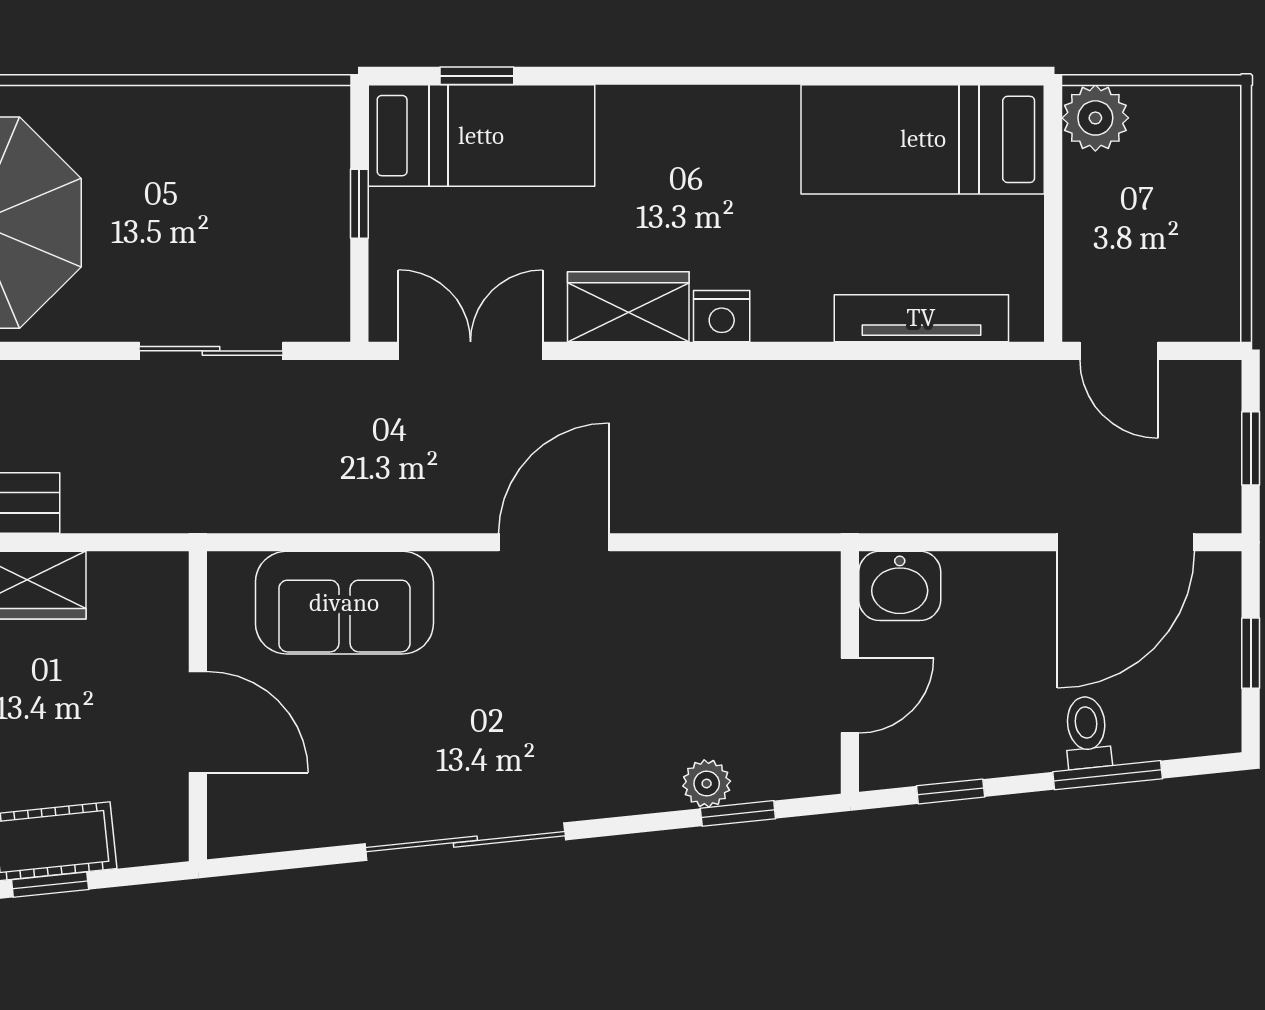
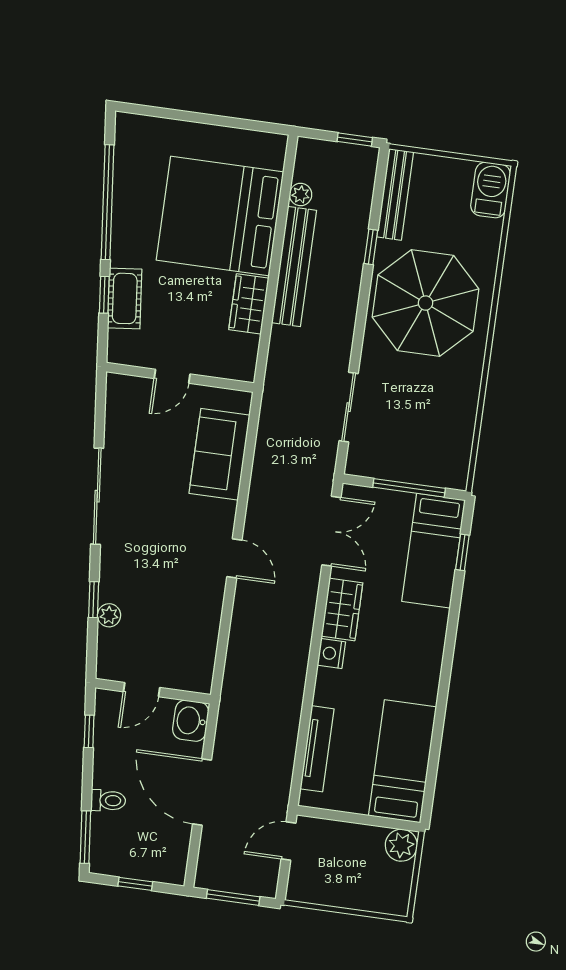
window: (359, 204) -> (409, 488), width x2.17
window: (1251, 448) -> (233, 897), width x1.50
door: (554, 542) -> (234, 558), width x0.73
door: (1126, 542) -> (202, 792), moved
door: (850, 695) -> (142, 690), hinge flipped
door: (198, 722) -> (172, 376), width x0.73
window: (1108, 775) -> (85, 837), moved
window: (738, 813) -> (94, 600), moved

